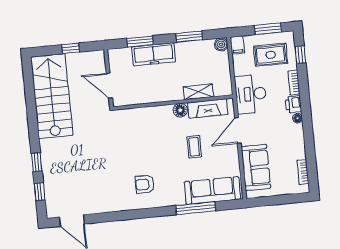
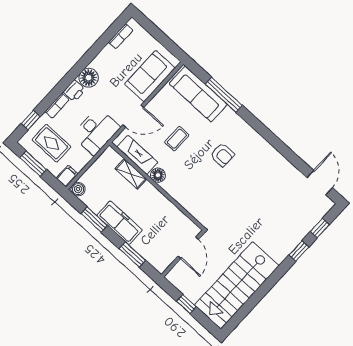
freezer: (154, 54) -> (119, 223), moved
floor lamp: (298, 118) -> (89, 78), width x1.89, depth x1.89
armchair: (145, 184) -> (222, 155), moved

